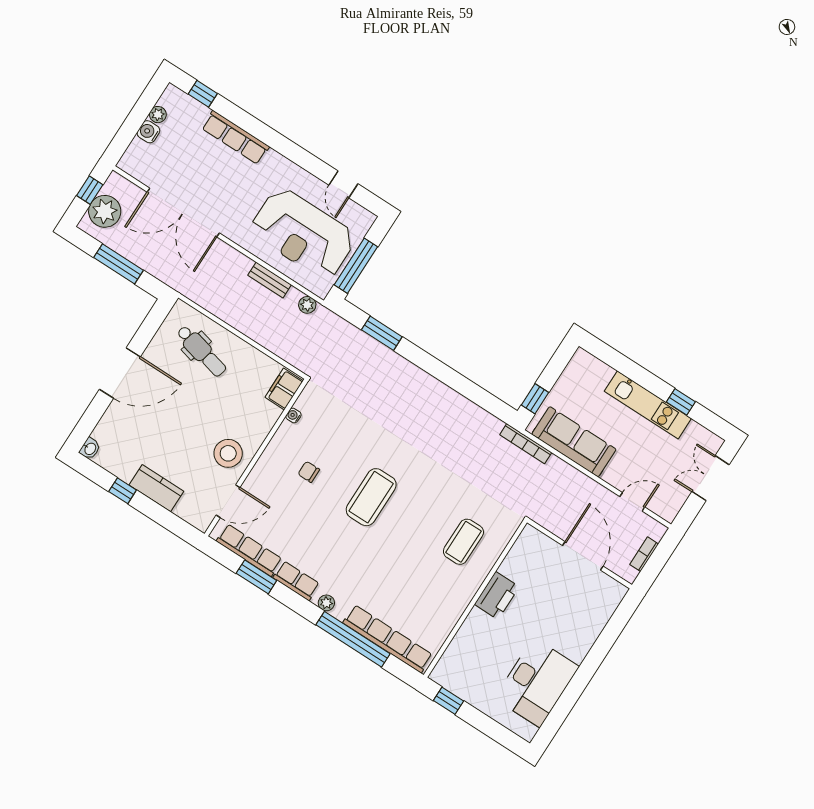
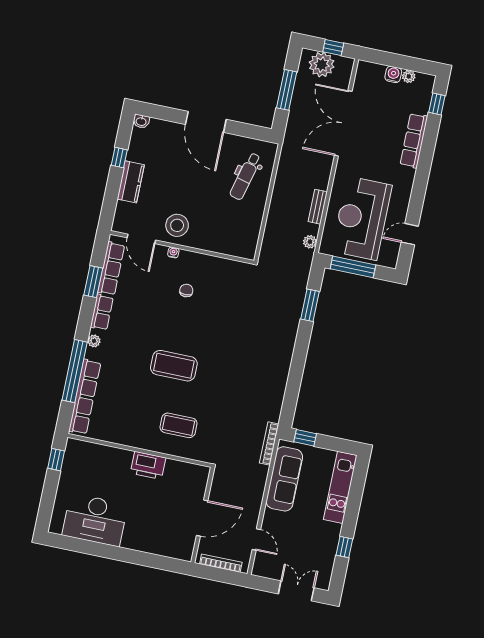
filing cabinet: (284, 389) -> (241, 249), removed
kitchen unit: (648, 405) -> (340, 487), moved
water cooler: (293, 415) -> (173, 252), moved
coffee table: (371, 497) -> (174, 366), moved
bookcase: (644, 554) -> (221, 563), width x1.56

